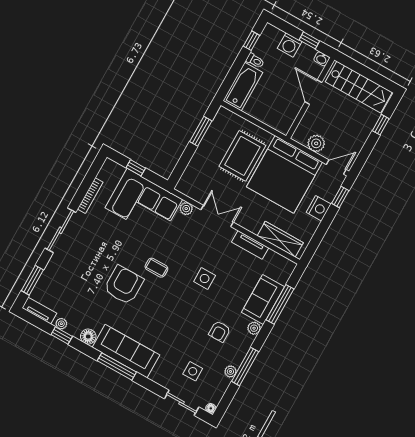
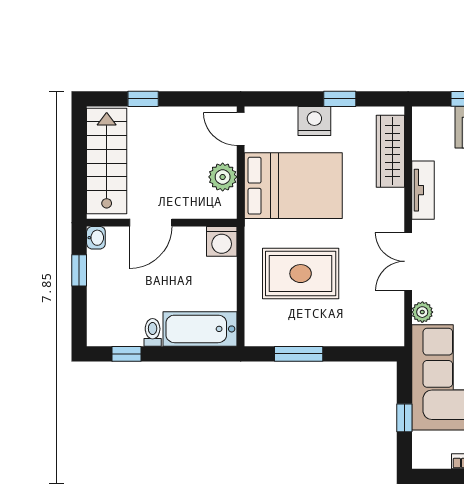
washing machine: (290, 45) -> (222, 241), moved, turned 90
bed: (284, 174) -> (293, 186), width x0.73
window: (340, 197) -> (340, 99), moved

